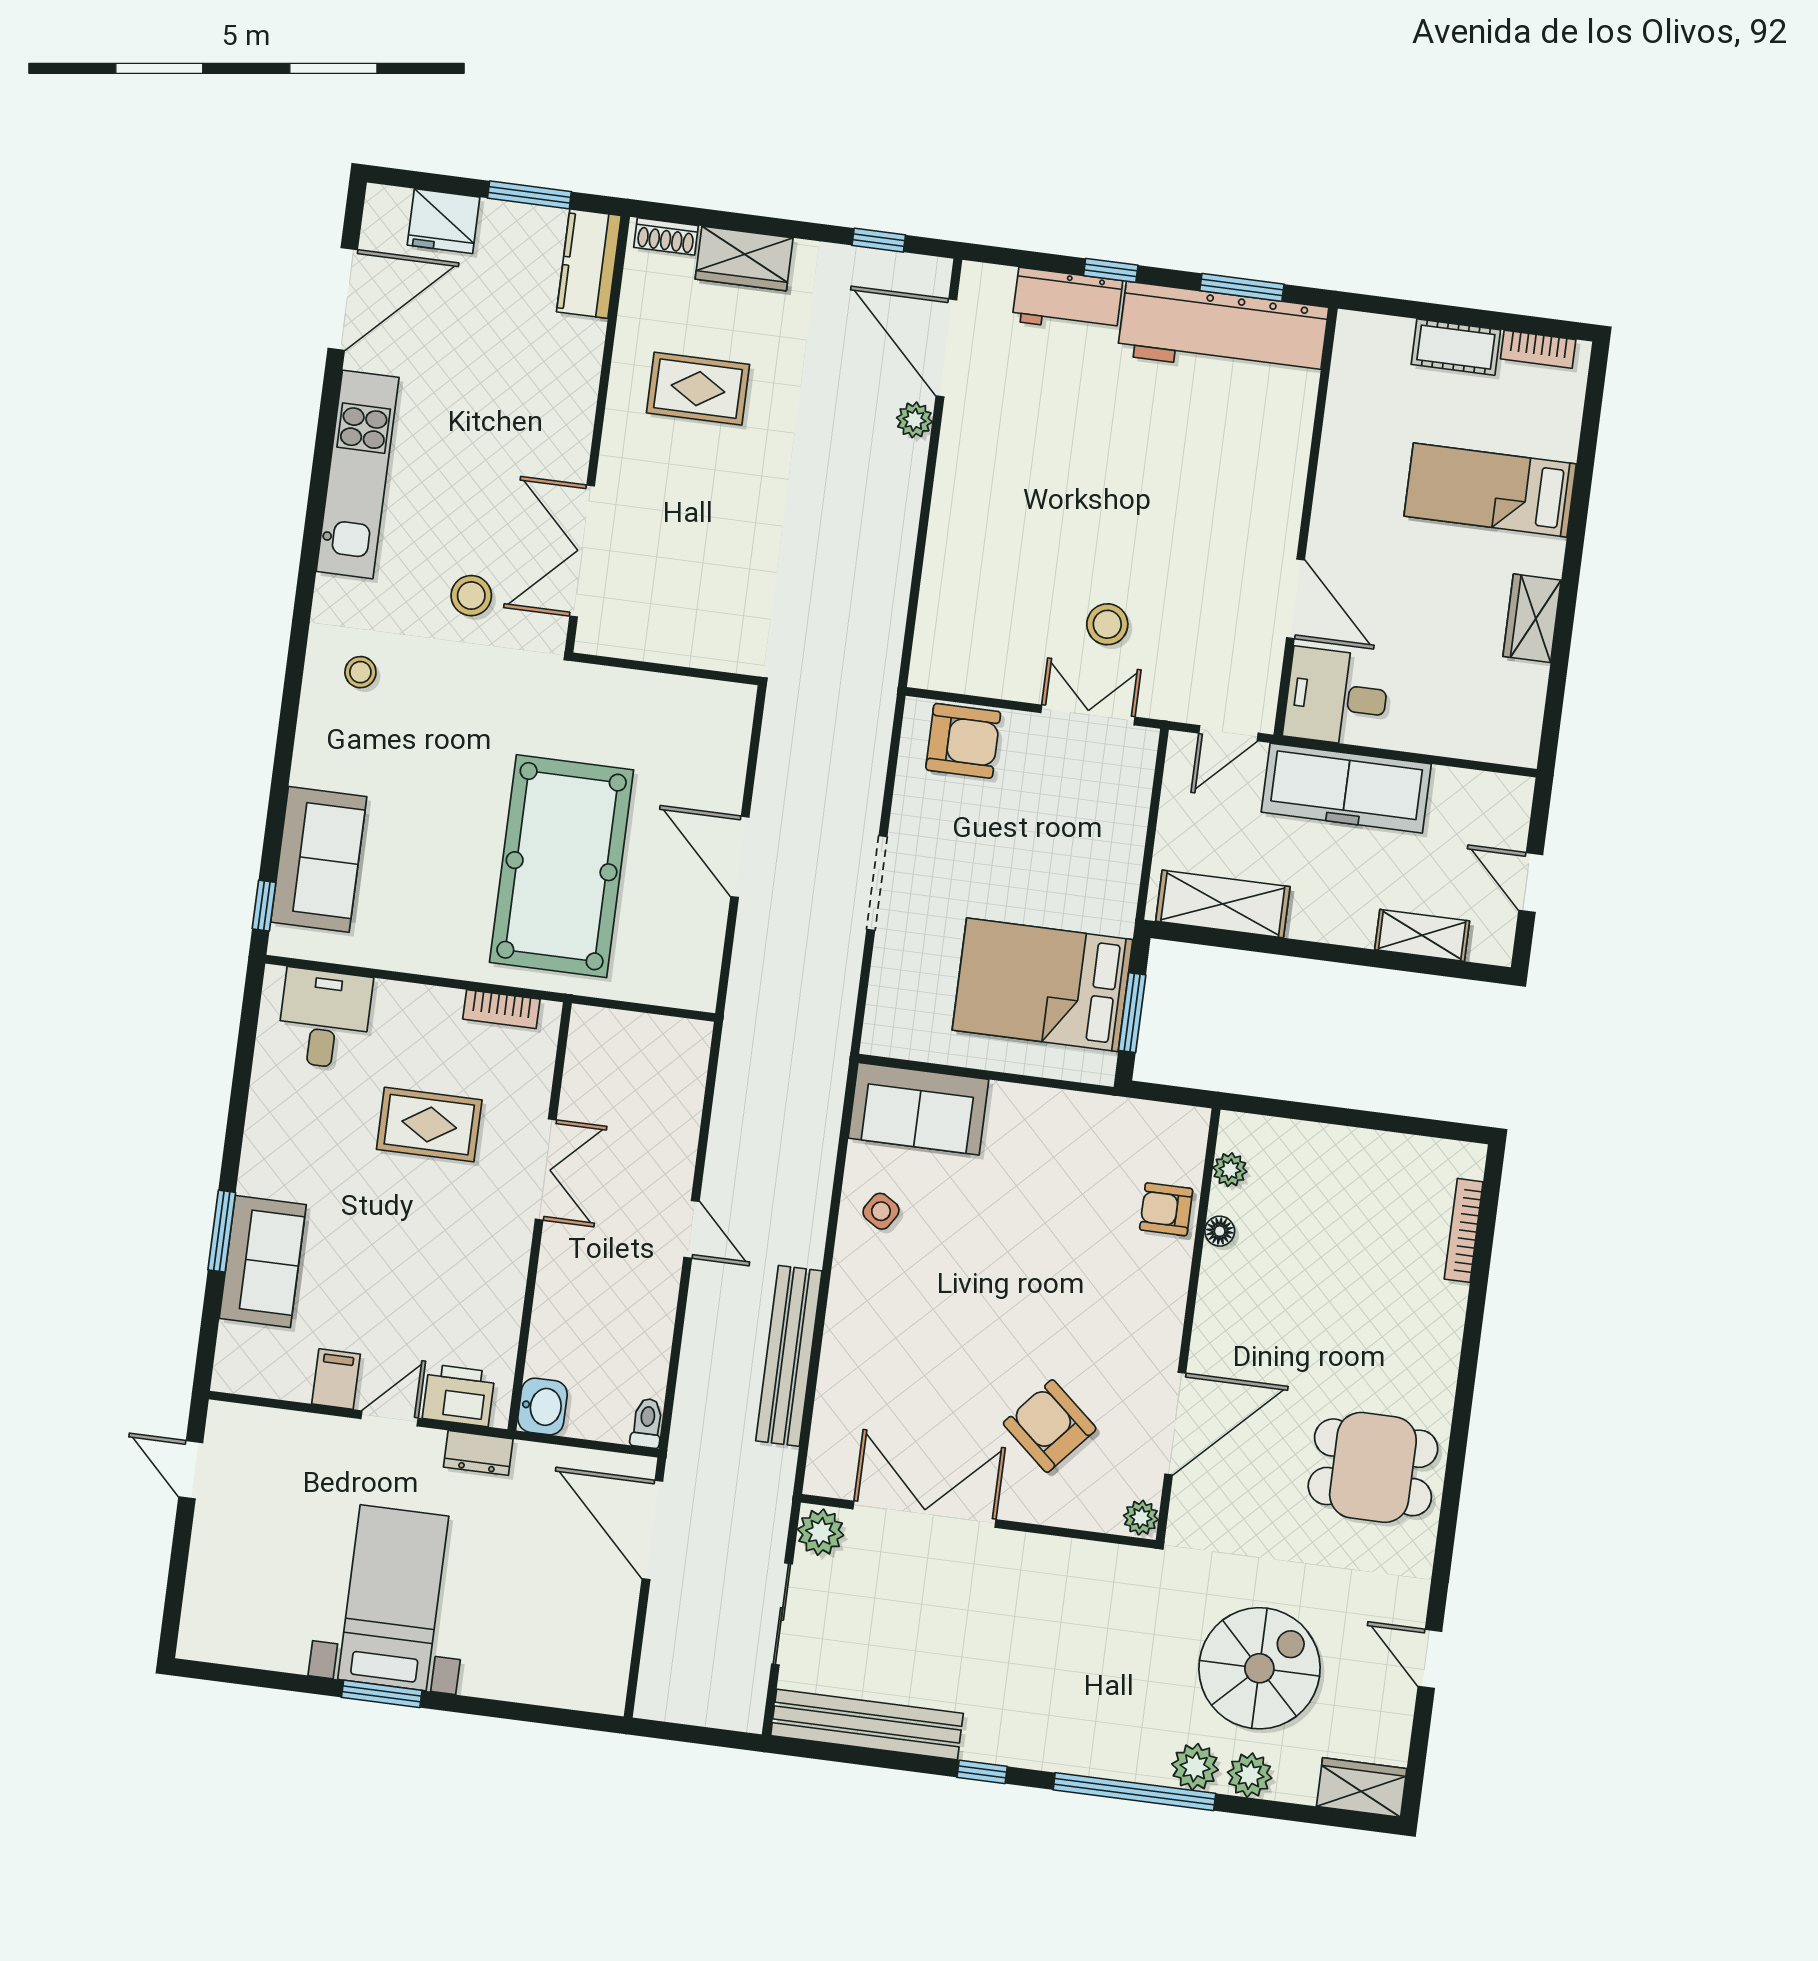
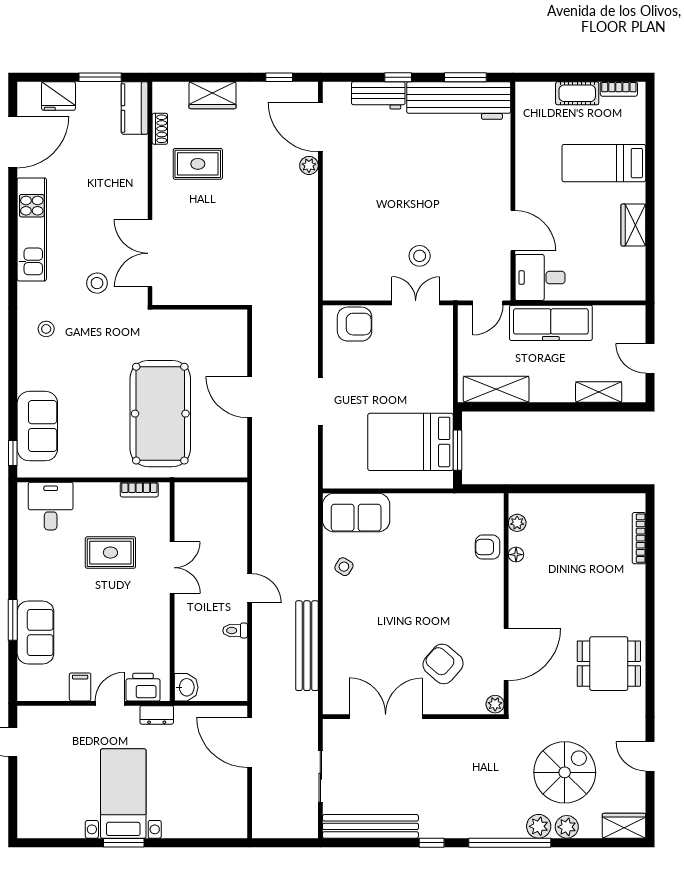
shoe rack: (666, 236) -> (160, 129), moved, turned -90
toilet: (647, 1423) -> (235, 630), moved, turned -90
plant: (821, 1532) -> (334, 732), removed

